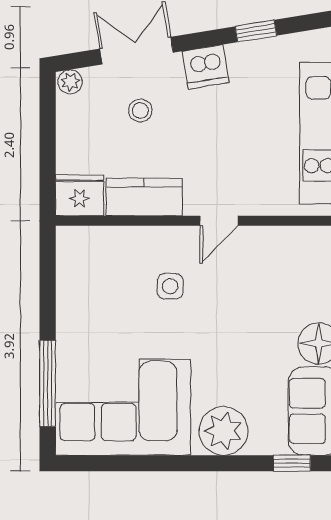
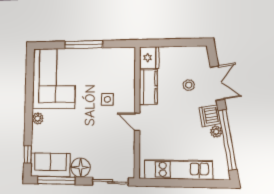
window: (256, 31) -> (227, 140), width x3.17
plant: (70, 82) -> (216, 132), moved
window: (48, 383) -> (84, 45), moved
plant: (224, 431) -> (38, 118), width x0.53, depth x0.53

